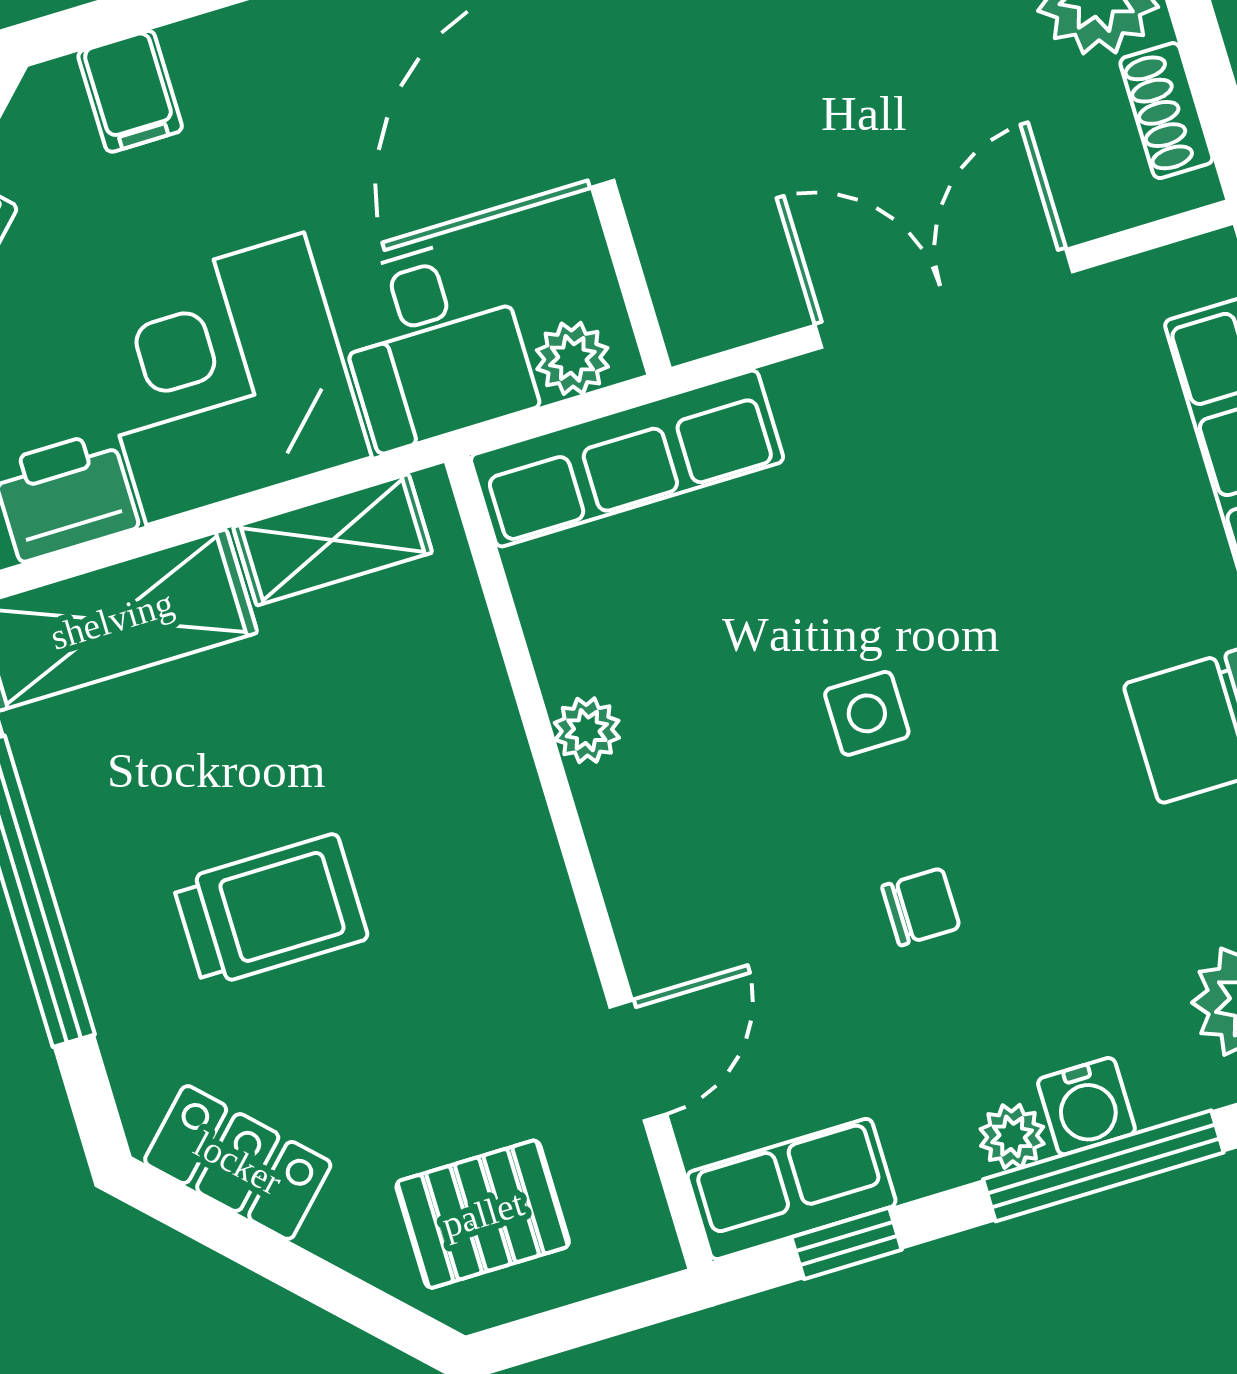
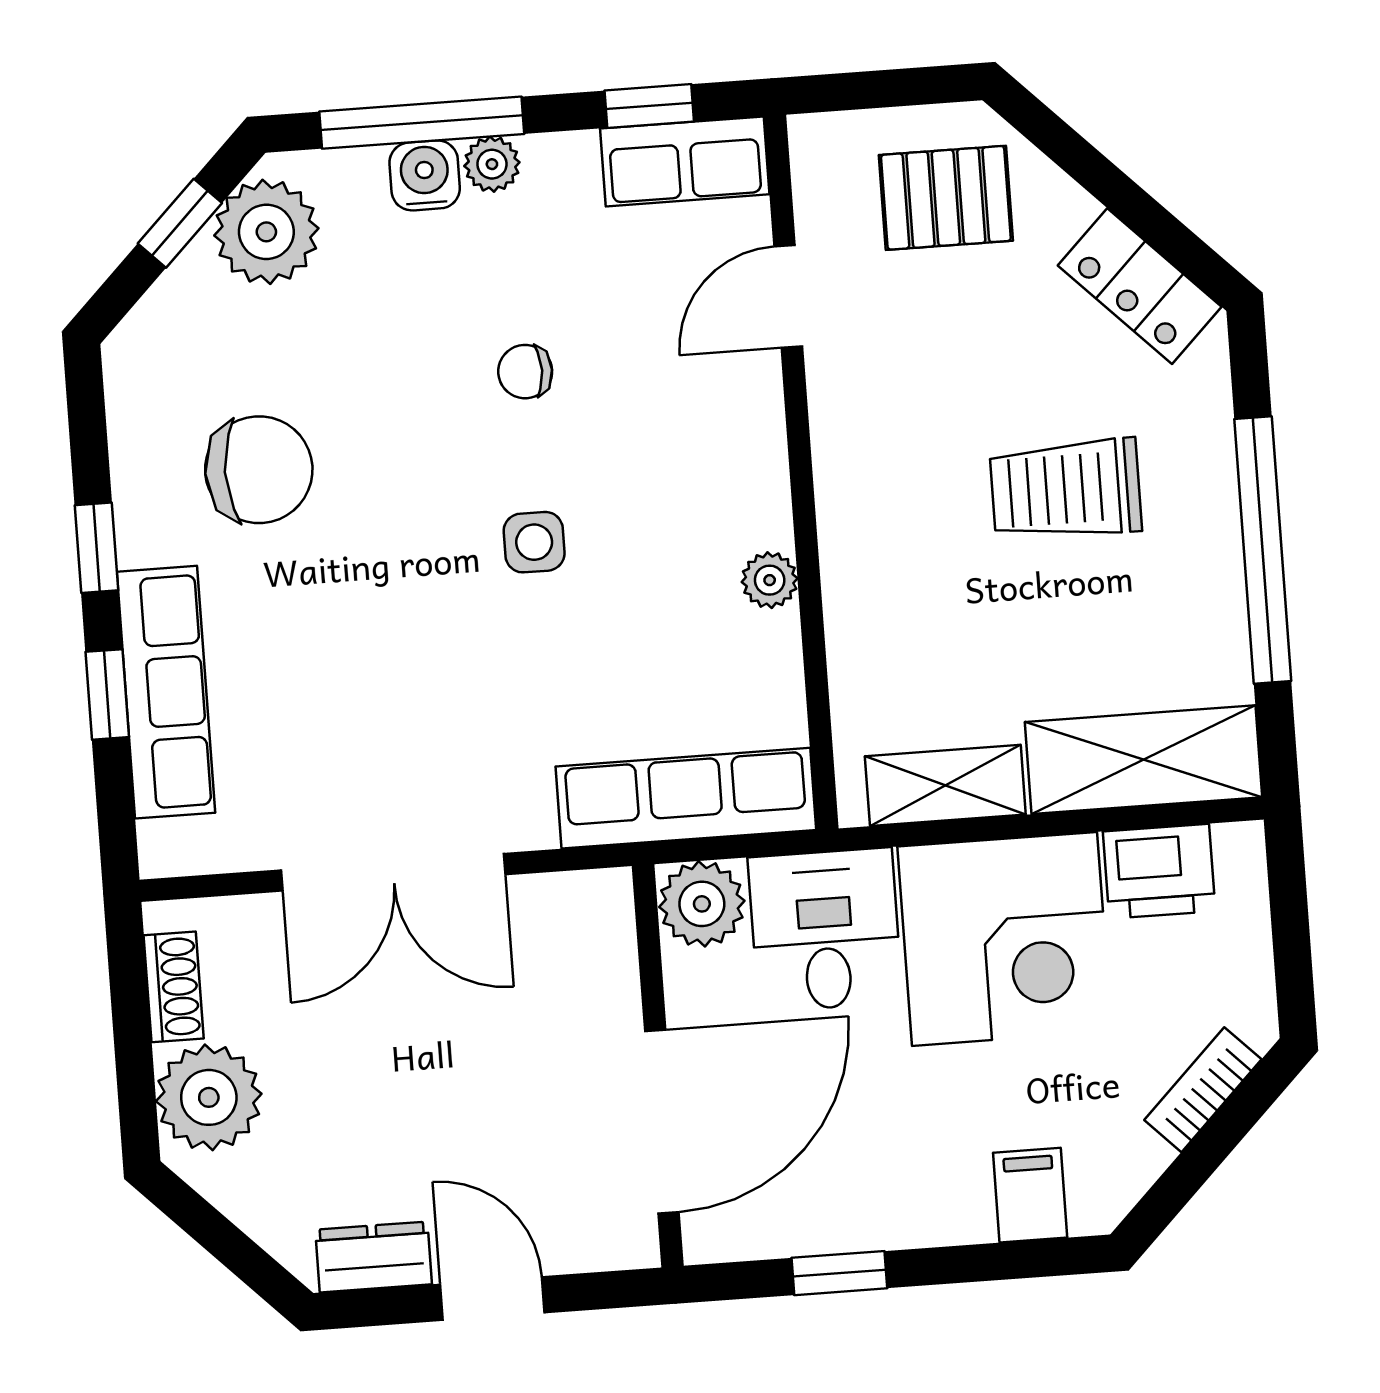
plant: (572, 358) -> (702, 904), width x1.38, depth x1.38

